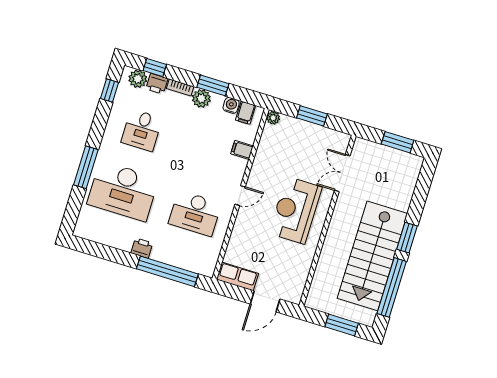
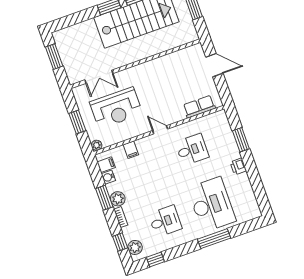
printer: (157, 84) -> (129, 233), removed
reception desk: (295, 210) -> (116, 108), moved
desk: (195, 213) -> (192, 150), width x0.73
window: (167, 271) -> (241, 140), width x0.47
row of seats: (237, 276) -> (199, 107), moved, turned 90

